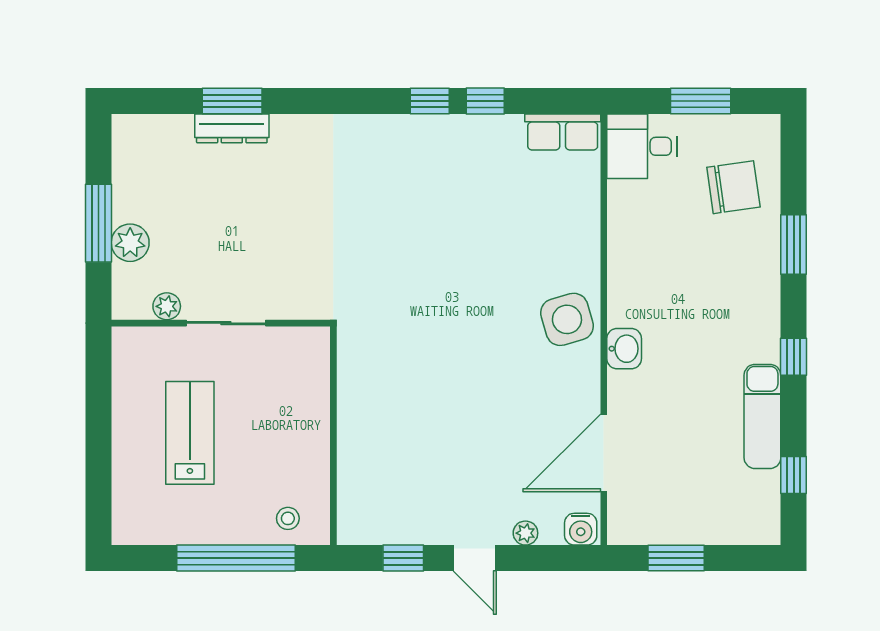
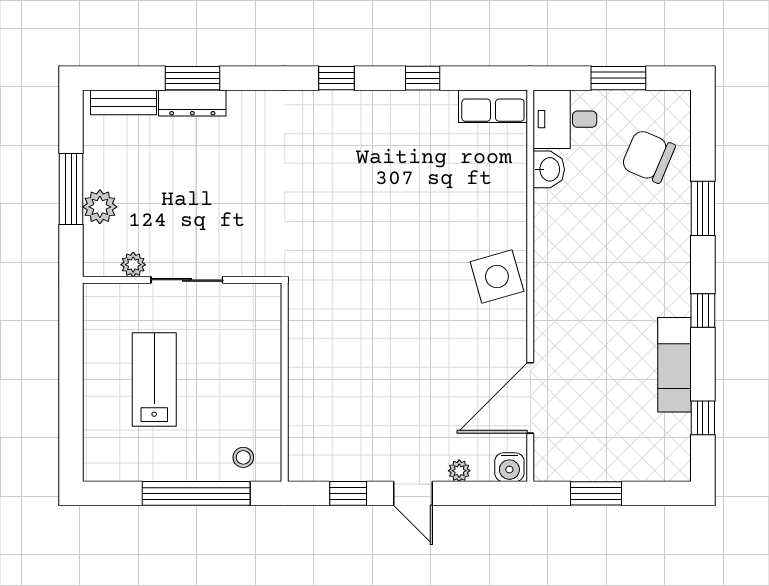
window: (430, 101) -> (337, 78), moved
bench: (156, 128) -> (123, 102), added
chair: (733, 187) -> (648, 156), turned -149
washbasin: (624, 349) -> (549, 169), moved

